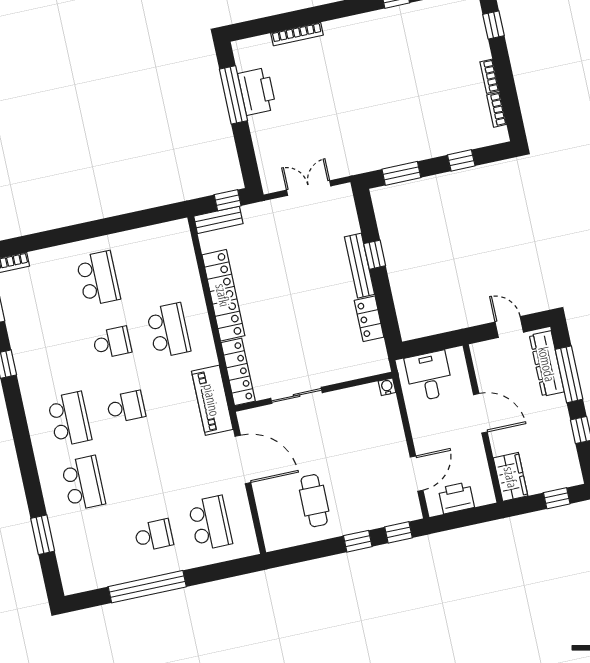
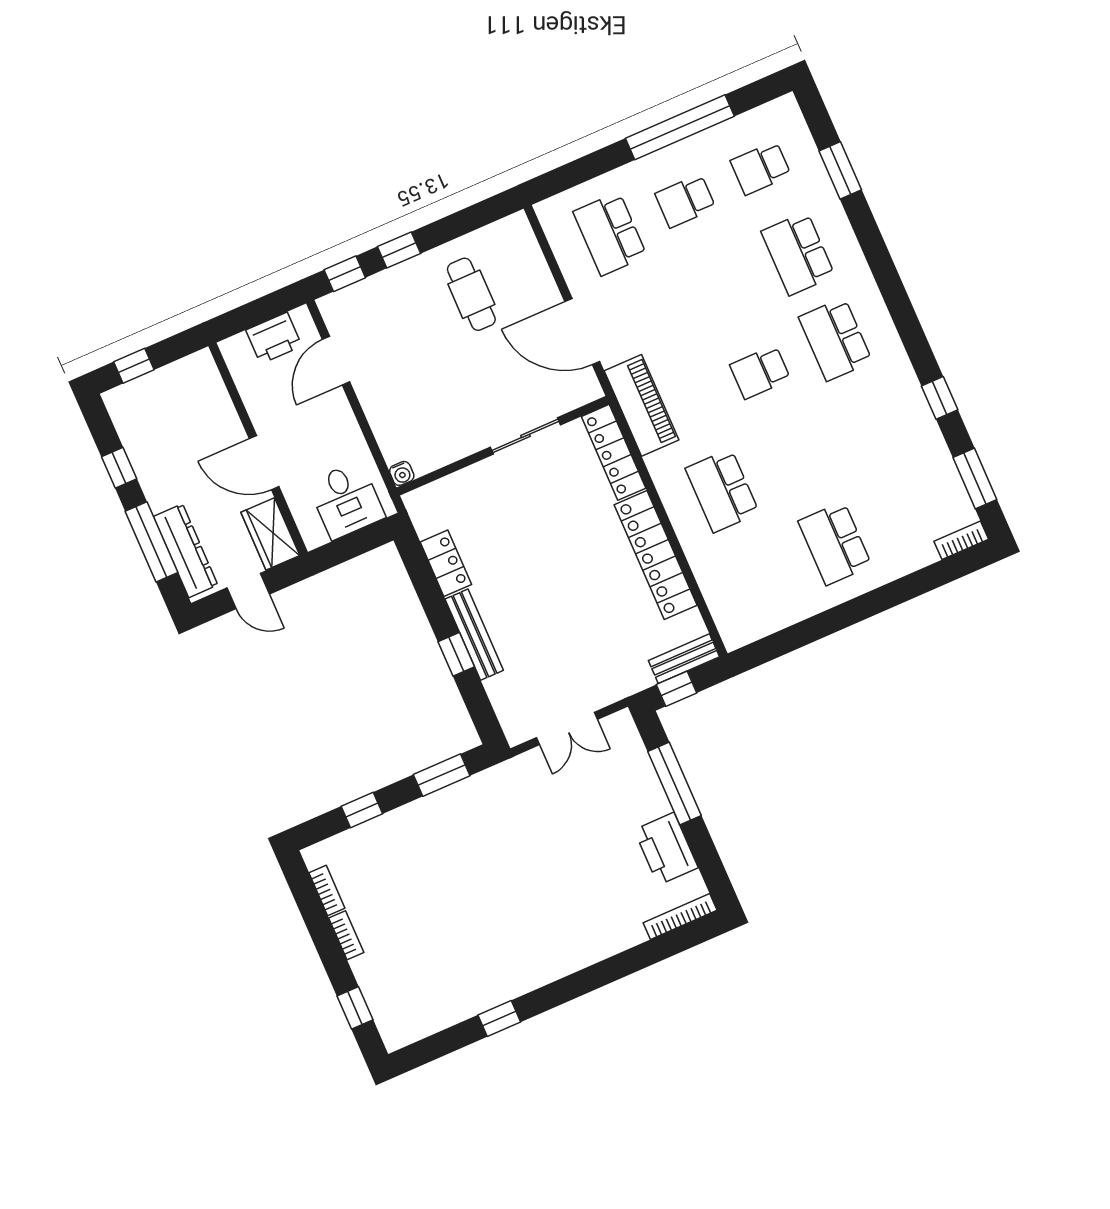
bookcase: (297, 34) -> (680, 916), moved
window: (233, 95) -> (674, 783), moved
school desk: (112, 343) -> (761, 168), moved
wardrobe: (511, 477) -> (270, 534), moved

